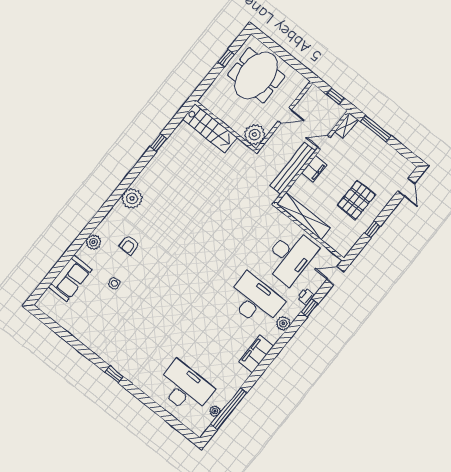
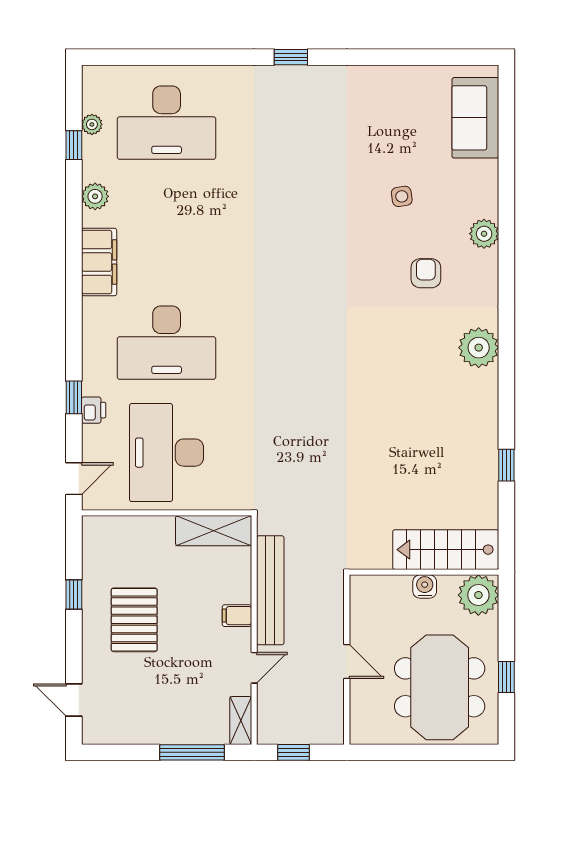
door: (285, 115) -> (347, 661), swing flipped
water cooler: (230, 120) -> (425, 586), added
plant: (255, 135) -> (478, 595), moved
filing cabinet: (314, 169) -> (237, 616), width x0.50
shelving: (303, 216) -> (214, 531), width x0.68
sofa: (70, 278) -> (475, 118), moved
plant: (283, 323) -> (95, 196), moved
window: (229, 409) -> (74, 145), width x0.32

